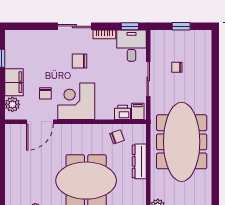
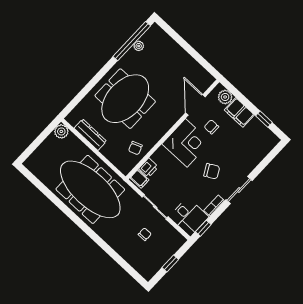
chair: (80, 61) -> (212, 171), turned 61
dresser: (139, 161) -> (90, 135), moved

